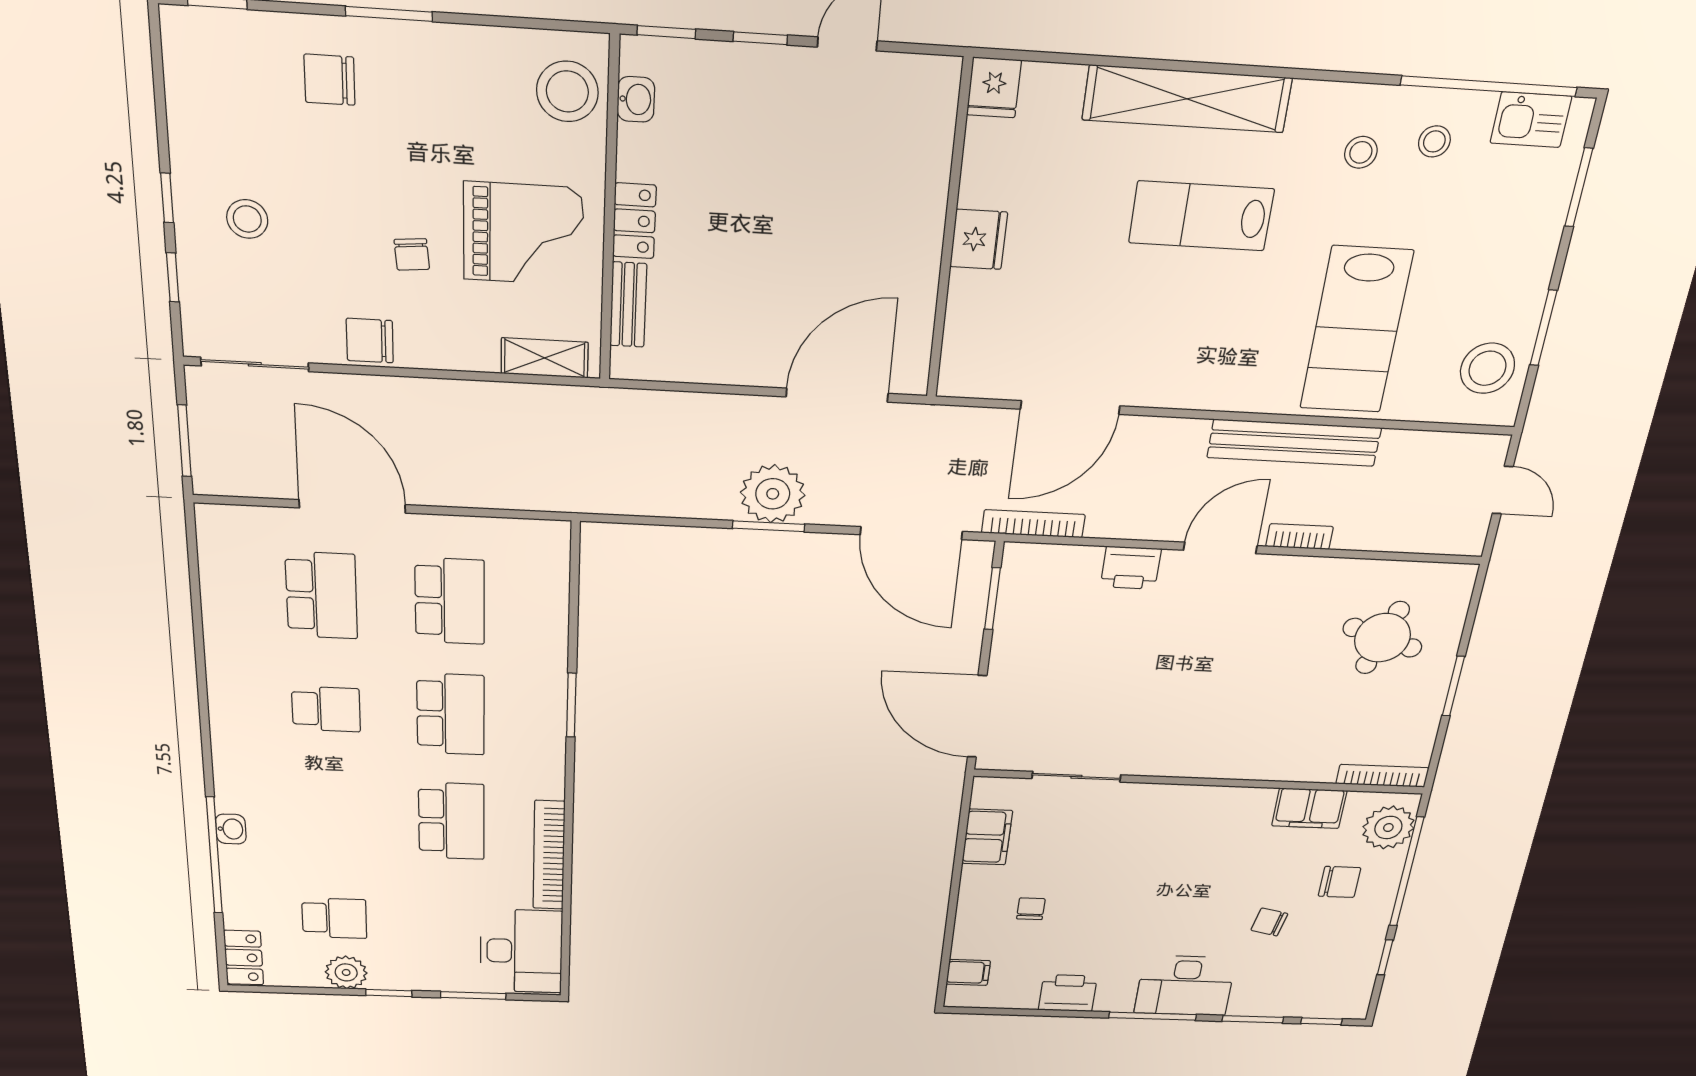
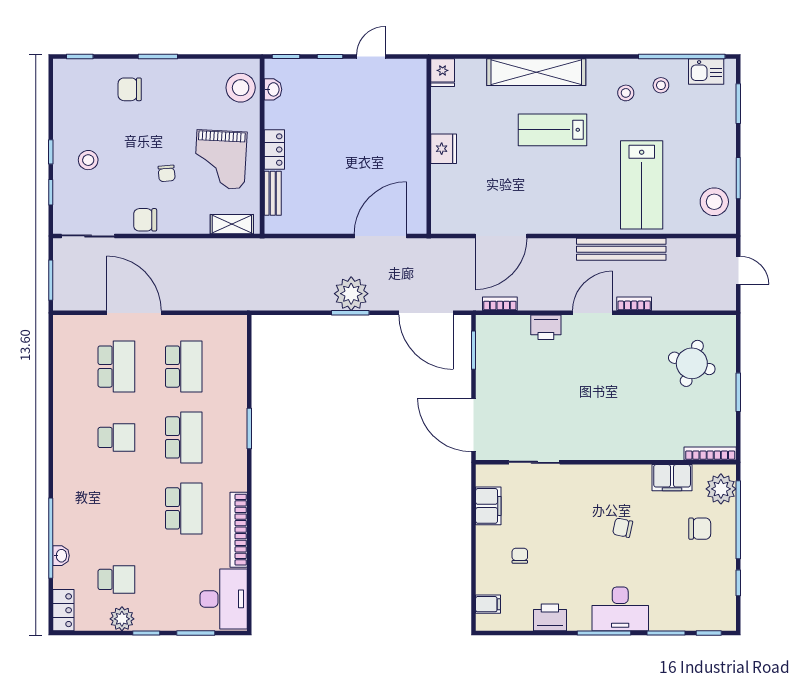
grand piano: (523, 234) -> (221, 159), turned 93
bookcase: (1033, 524) -> (500, 304), width x0.64
washbasin: (231, 829) -> (61, 556), moved
chair: (1269, 922) -> (623, 528), moved

